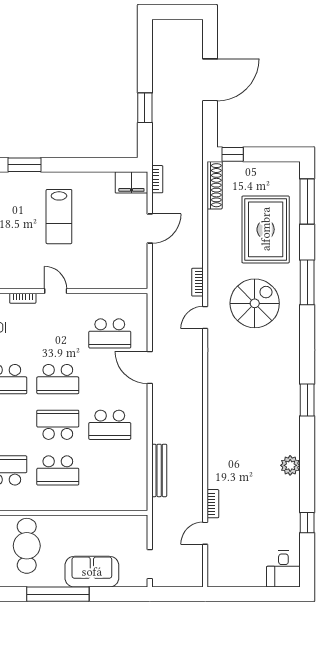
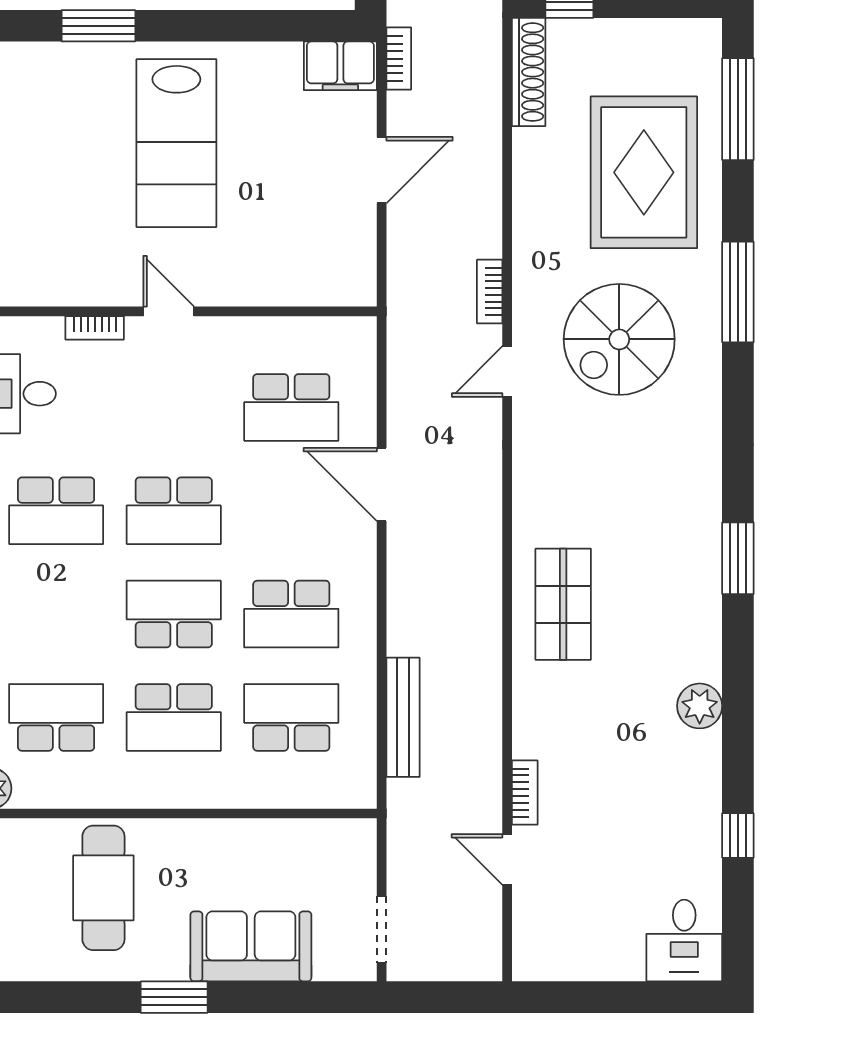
lab bench: (59, 217) -> (176, 143), width x1.36, depth x1.39
spiral stairs: (255, 303) -> (619, 339), turned 180
shop shelf: (230, 420) -> (563, 604), added
school desk: (110, 470) -> (291, 717), added
door: (205, 533) -> (507, 859), hinge flipped
window: (58, 594) -> (174, 997), width x0.47

